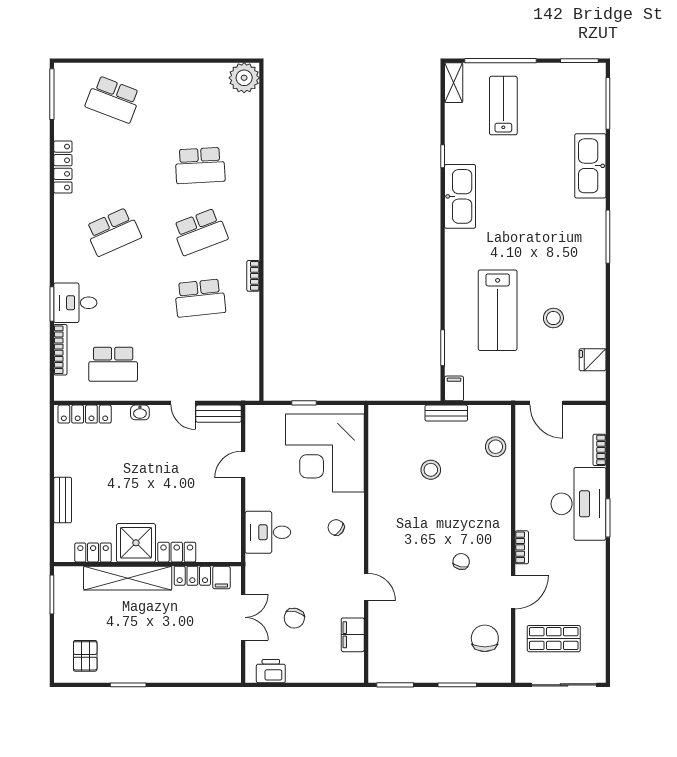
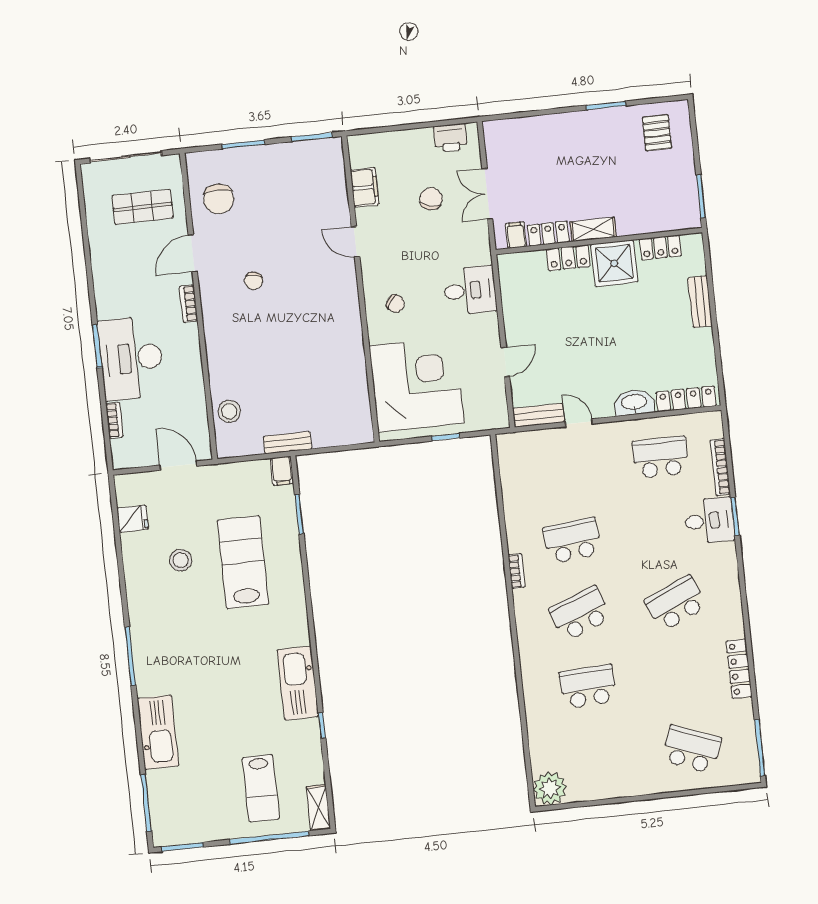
washbasin: (140, 412) -> (634, 403), width x1.91, depth x1.45
stool: (431, 470) -> (298, 378), removed
shelving: (128, 578) -> (593, 229), width x0.45, depth x0.75

